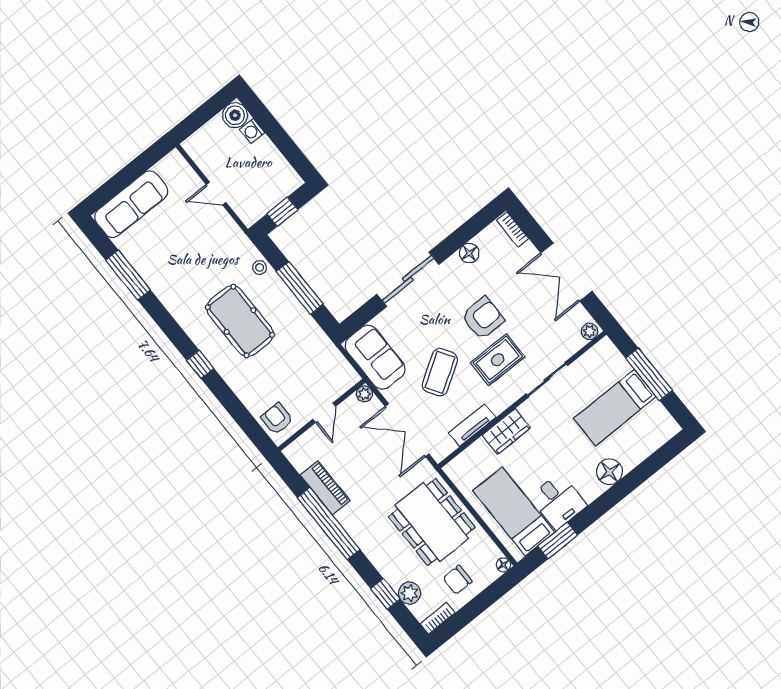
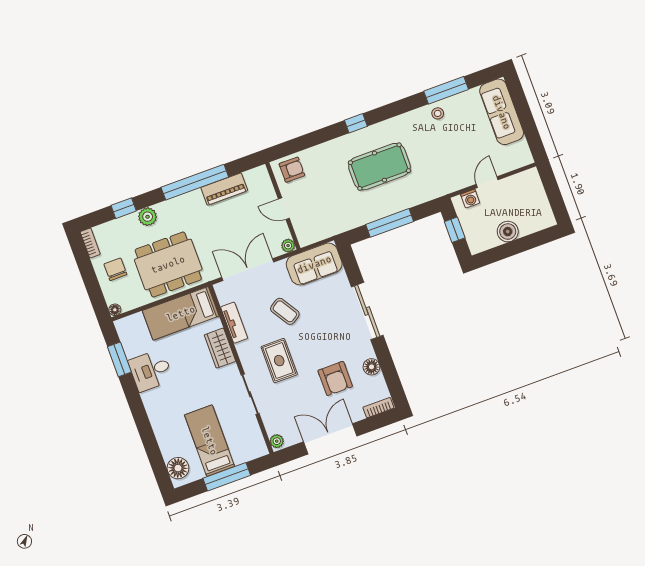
boiler: (235, 115) -> (508, 232), moved
washing machine: (252, 131) -> (470, 199), moved, turned 180
stool: (260, 268) -> (438, 113), moved
armchair: (483, 318) -> (335, 378), moved
coffee table: (440, 372) -> (285, 311), width x0.73, depth x0.77
floor lamp: (609, 472) -> (178, 468), moved
bed: (514, 512) -> (181, 313), moved, turned 180
plant: (410, 593) -> (148, 217), moved

